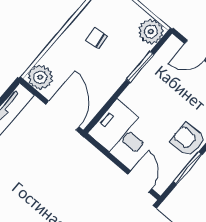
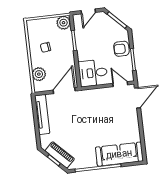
plant: (40, 77) -> (39, 74), moved
door: (62, 116) -> (64, 91), hinge flipped

